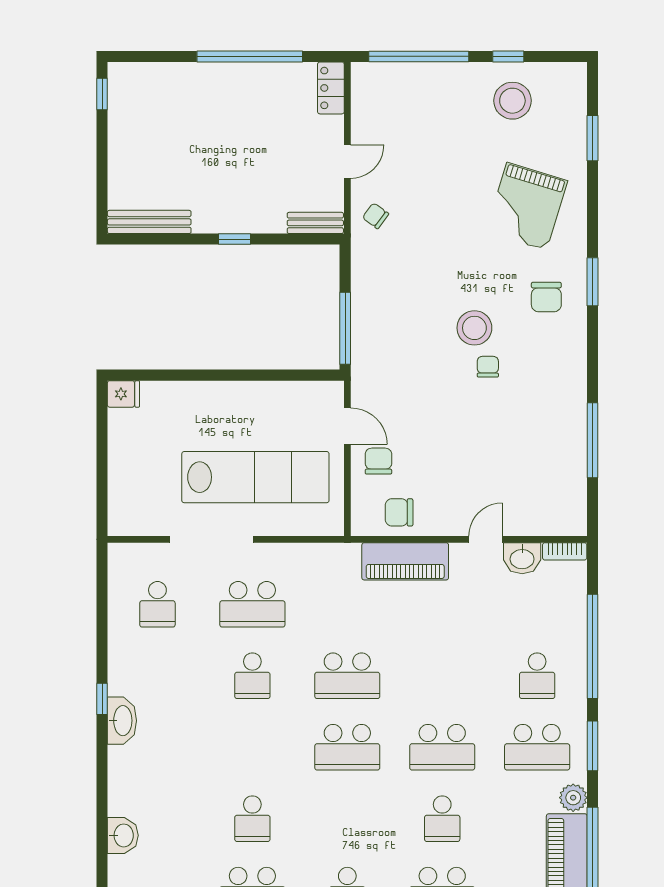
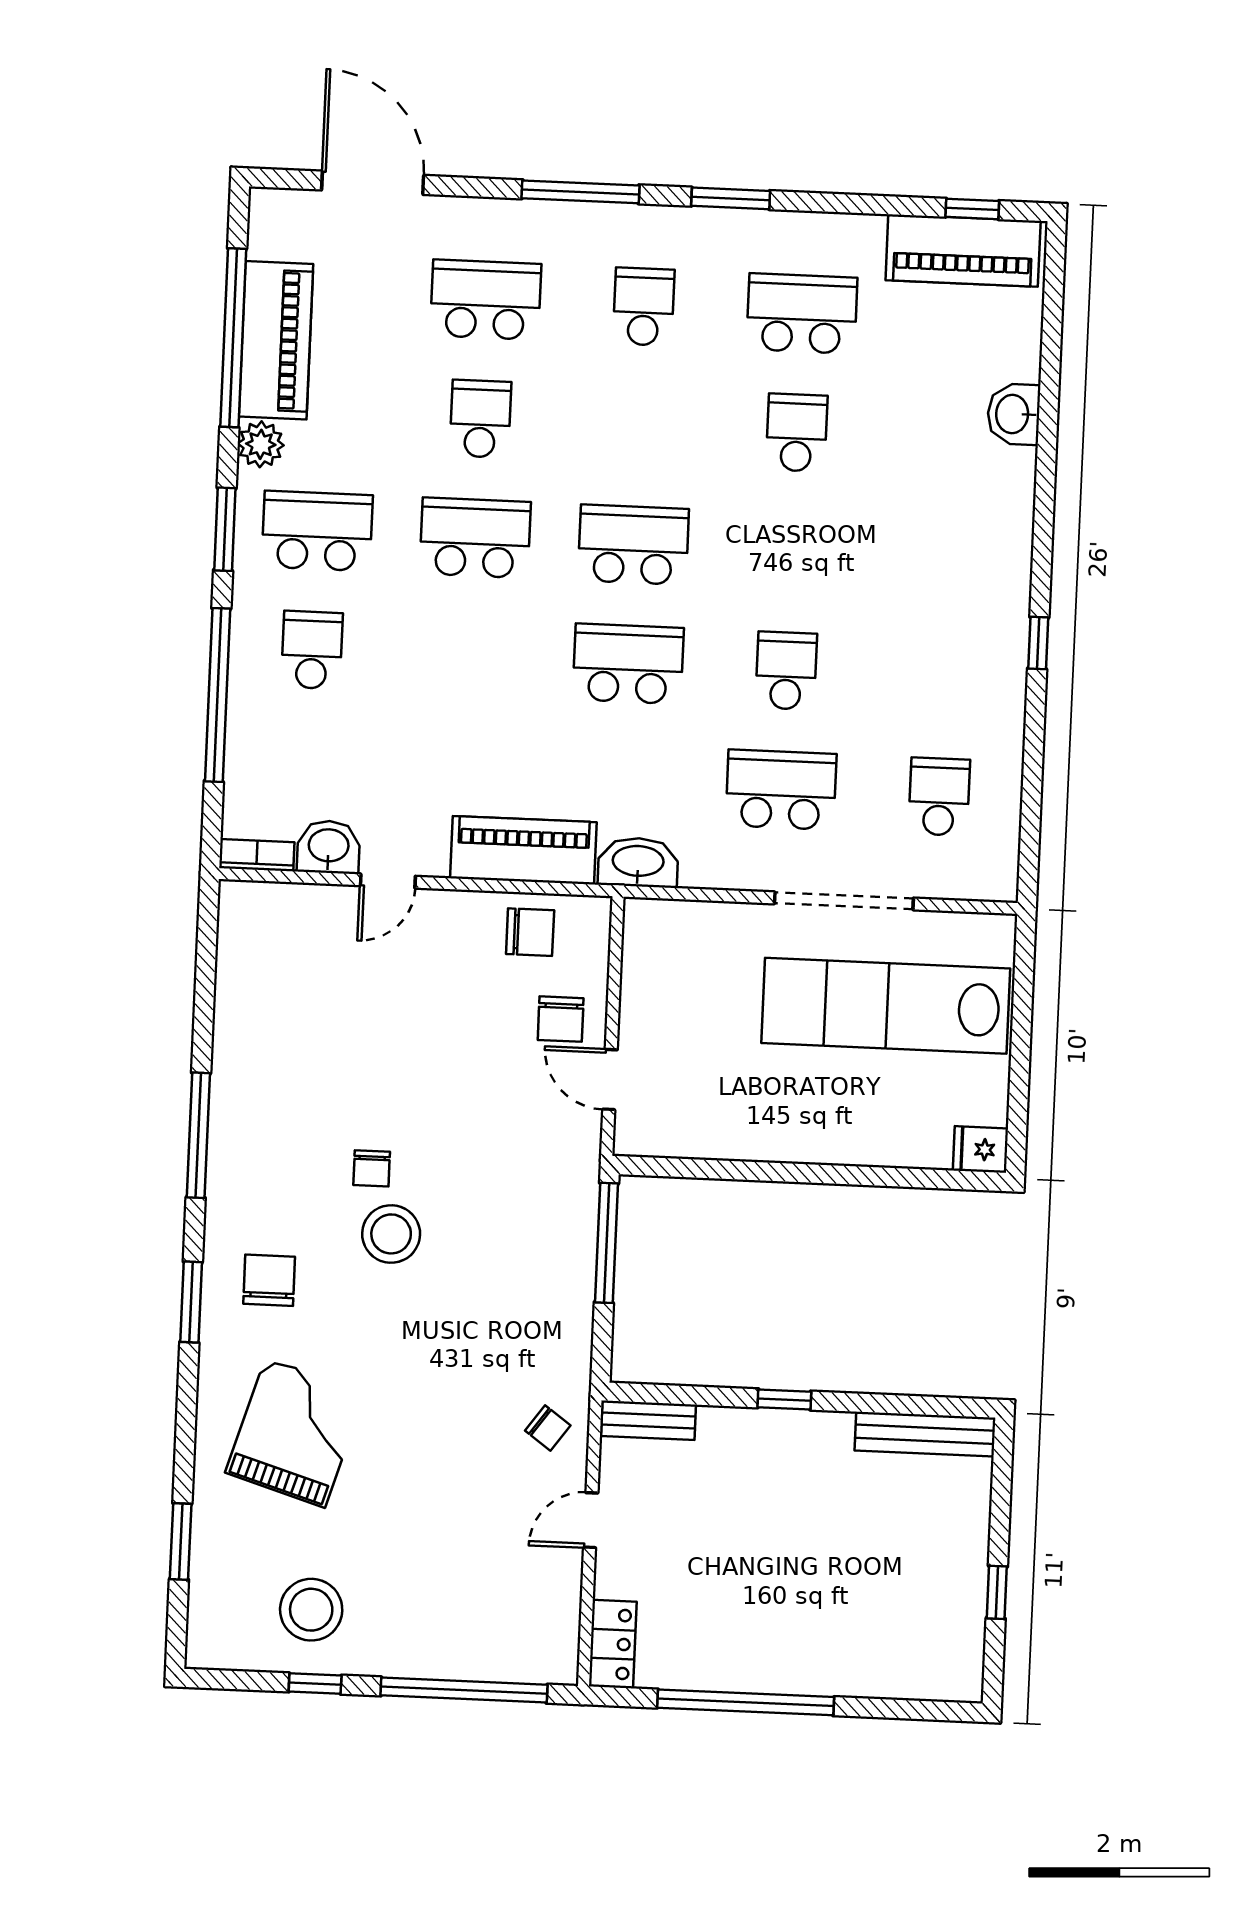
window: (102, 94) -> (997, 1592), moved
window: (592, 440) -> (198, 1135), moved
lab bench: (255, 477) -> (886, 1006), moved
washbasin: (122, 721) -> (638, 862), moved, turned 90

